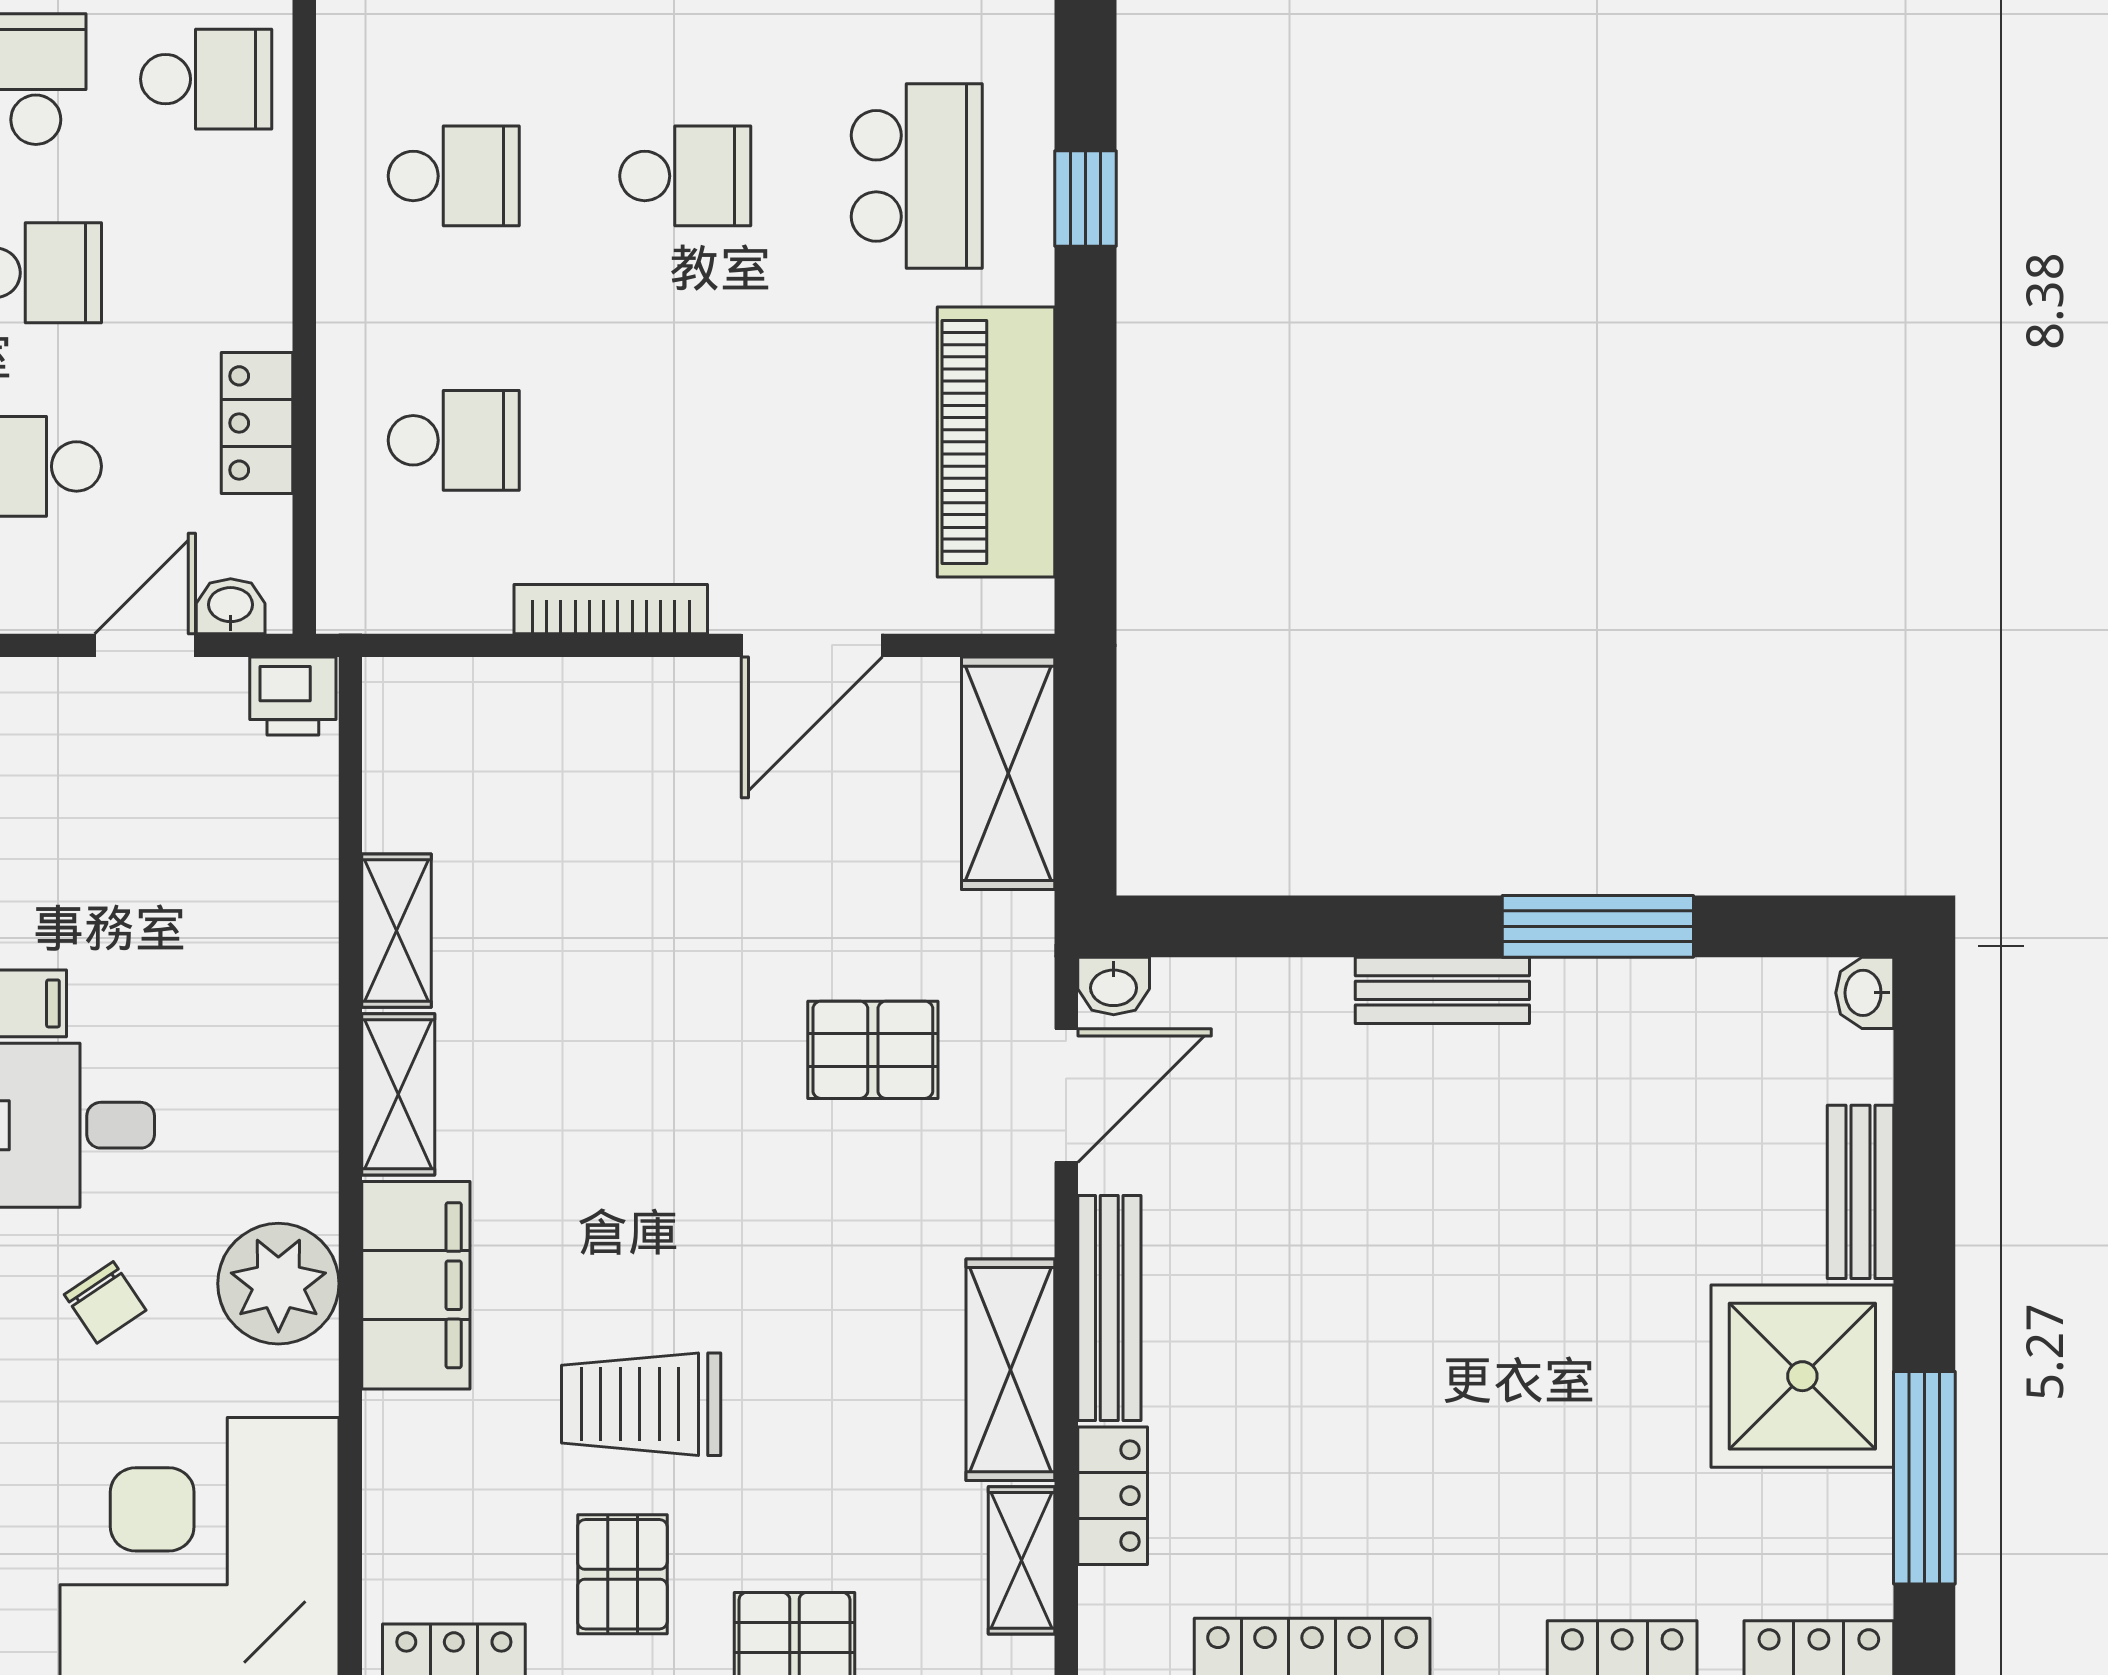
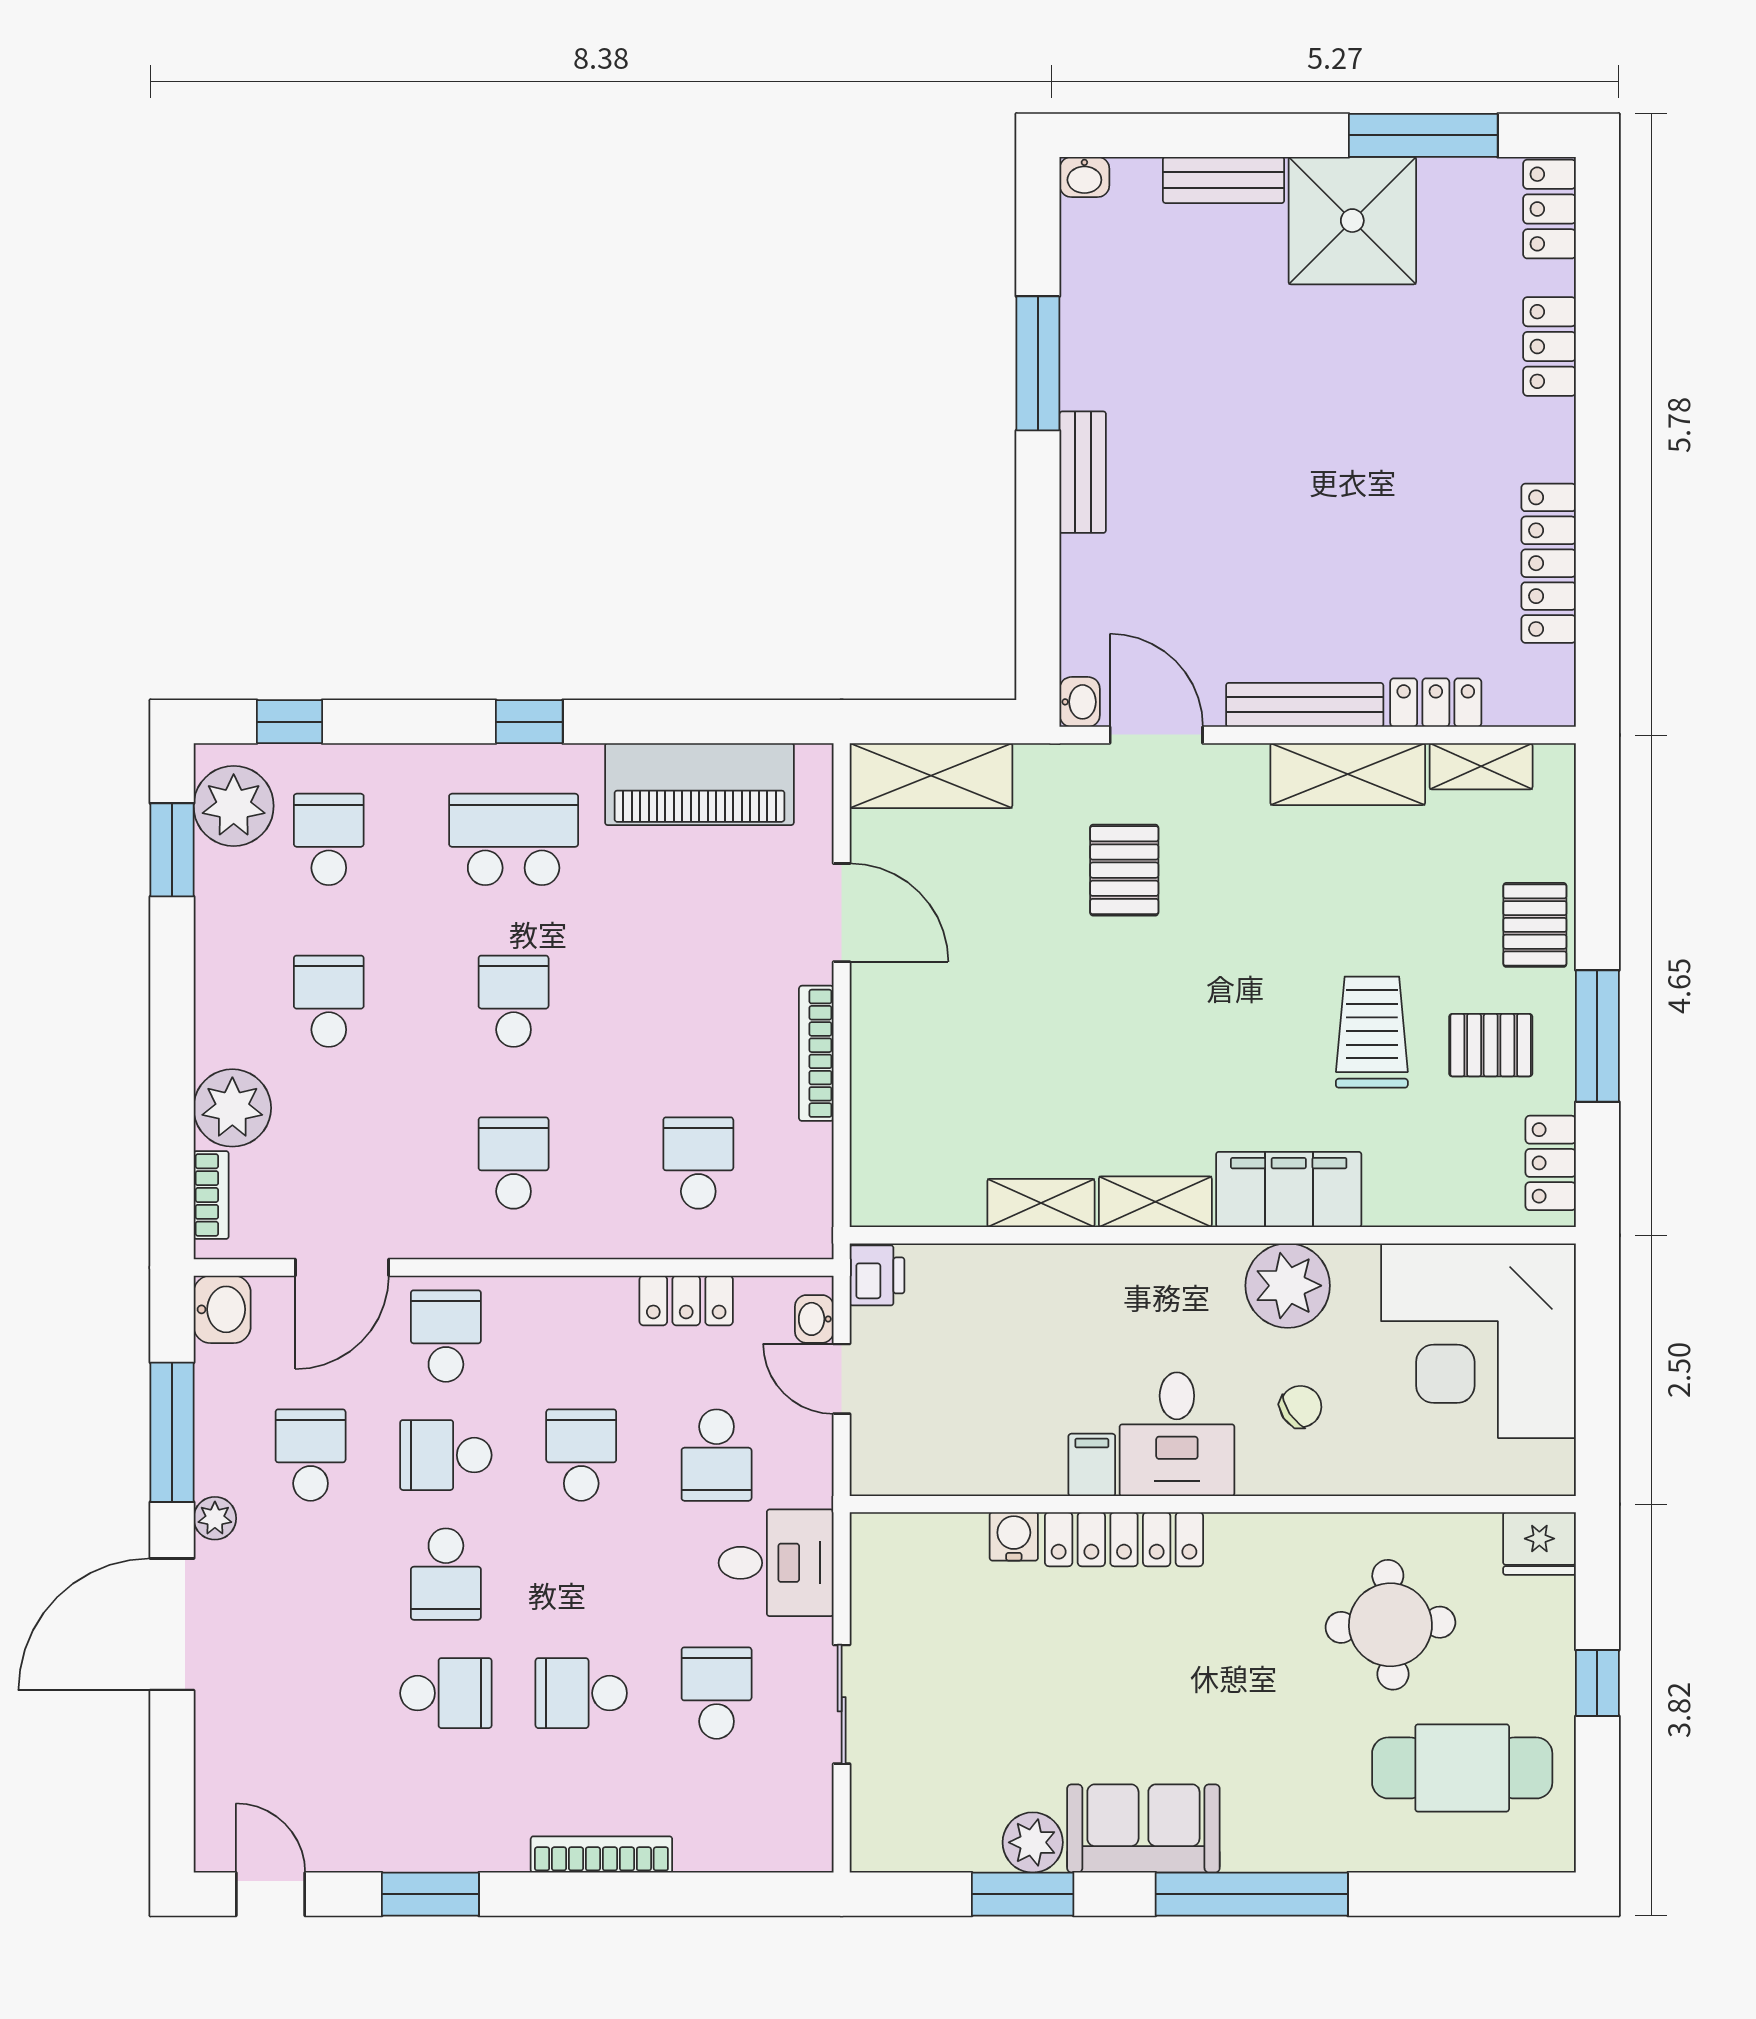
trolley: (641, 1404) -> (1372, 1032), turned 180

